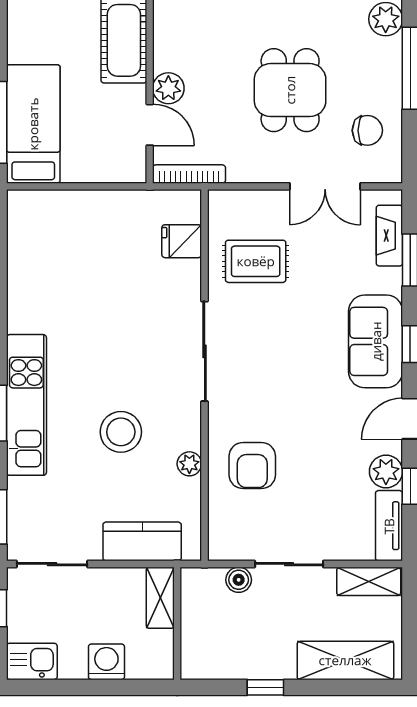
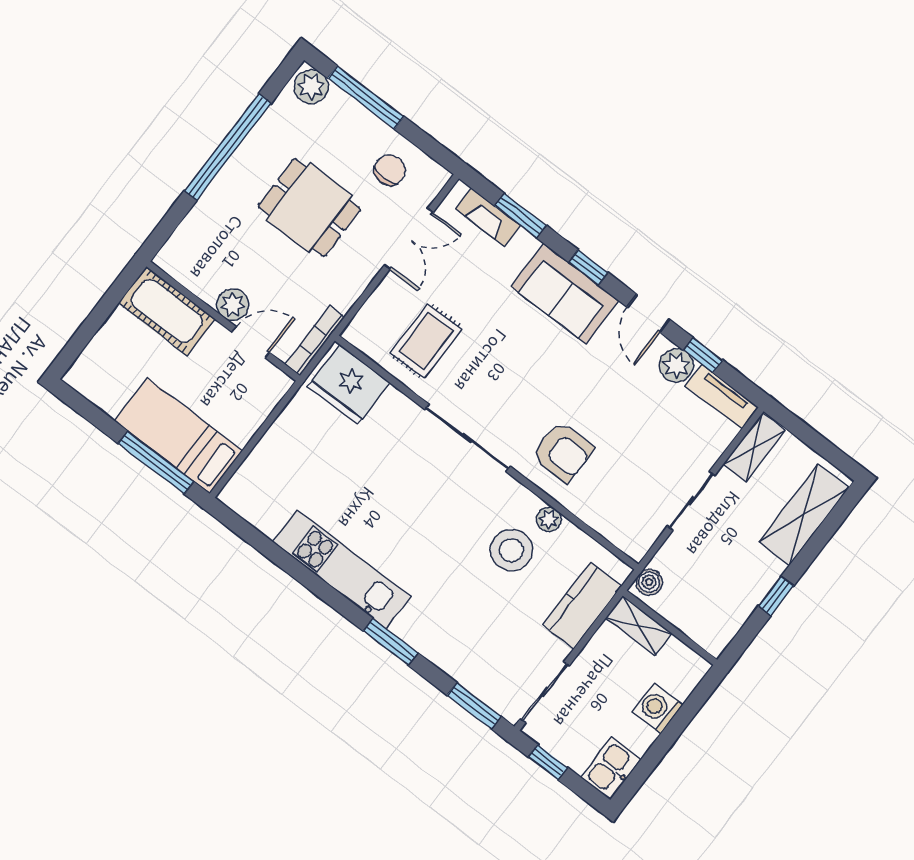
fridge: (182, 241) -> (349, 385), width x1.88, depth x1.34
kitchen unit: (26, 405) -> (341, 569), moved
stool: (121, 432) -> (511, 550), moved
armchair: (252, 466) -> (563, 452), moved
boiler: (239, 580) -> (649, 582), moved

